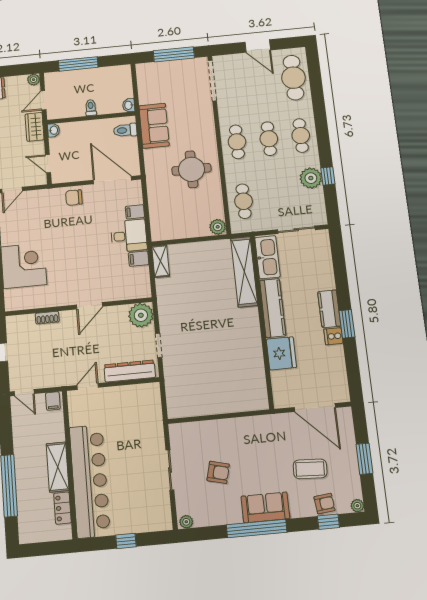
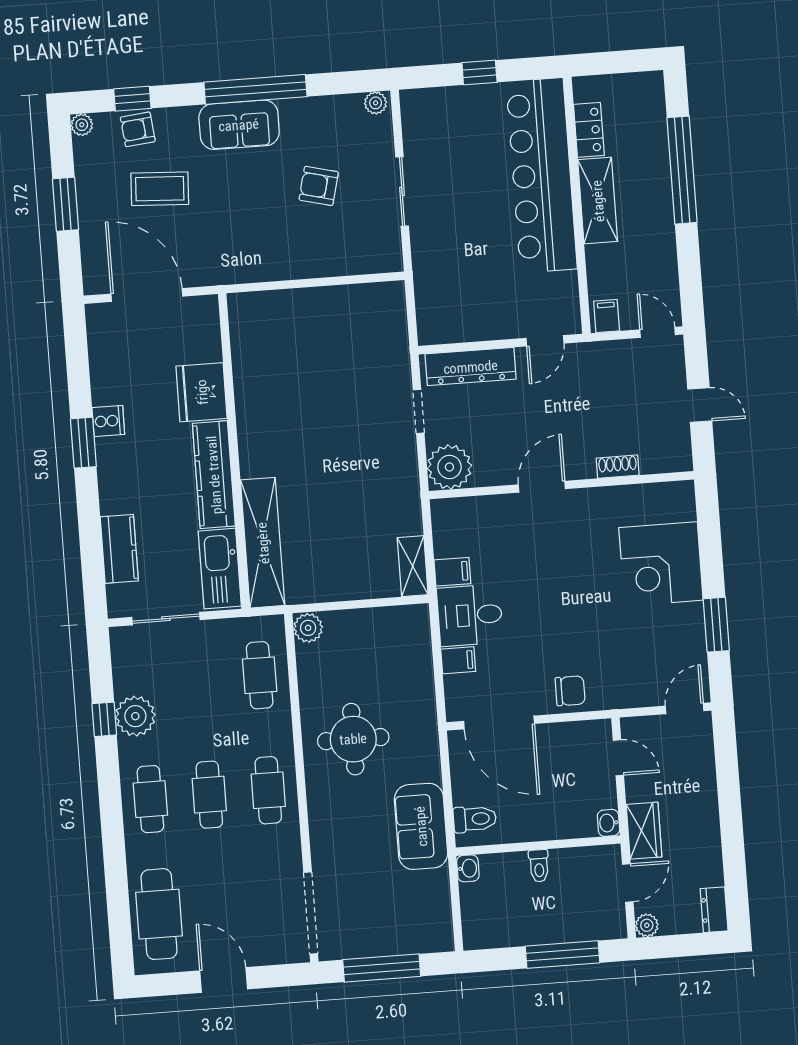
kitchen counter: (329, 309) -> (119, 549), moved

